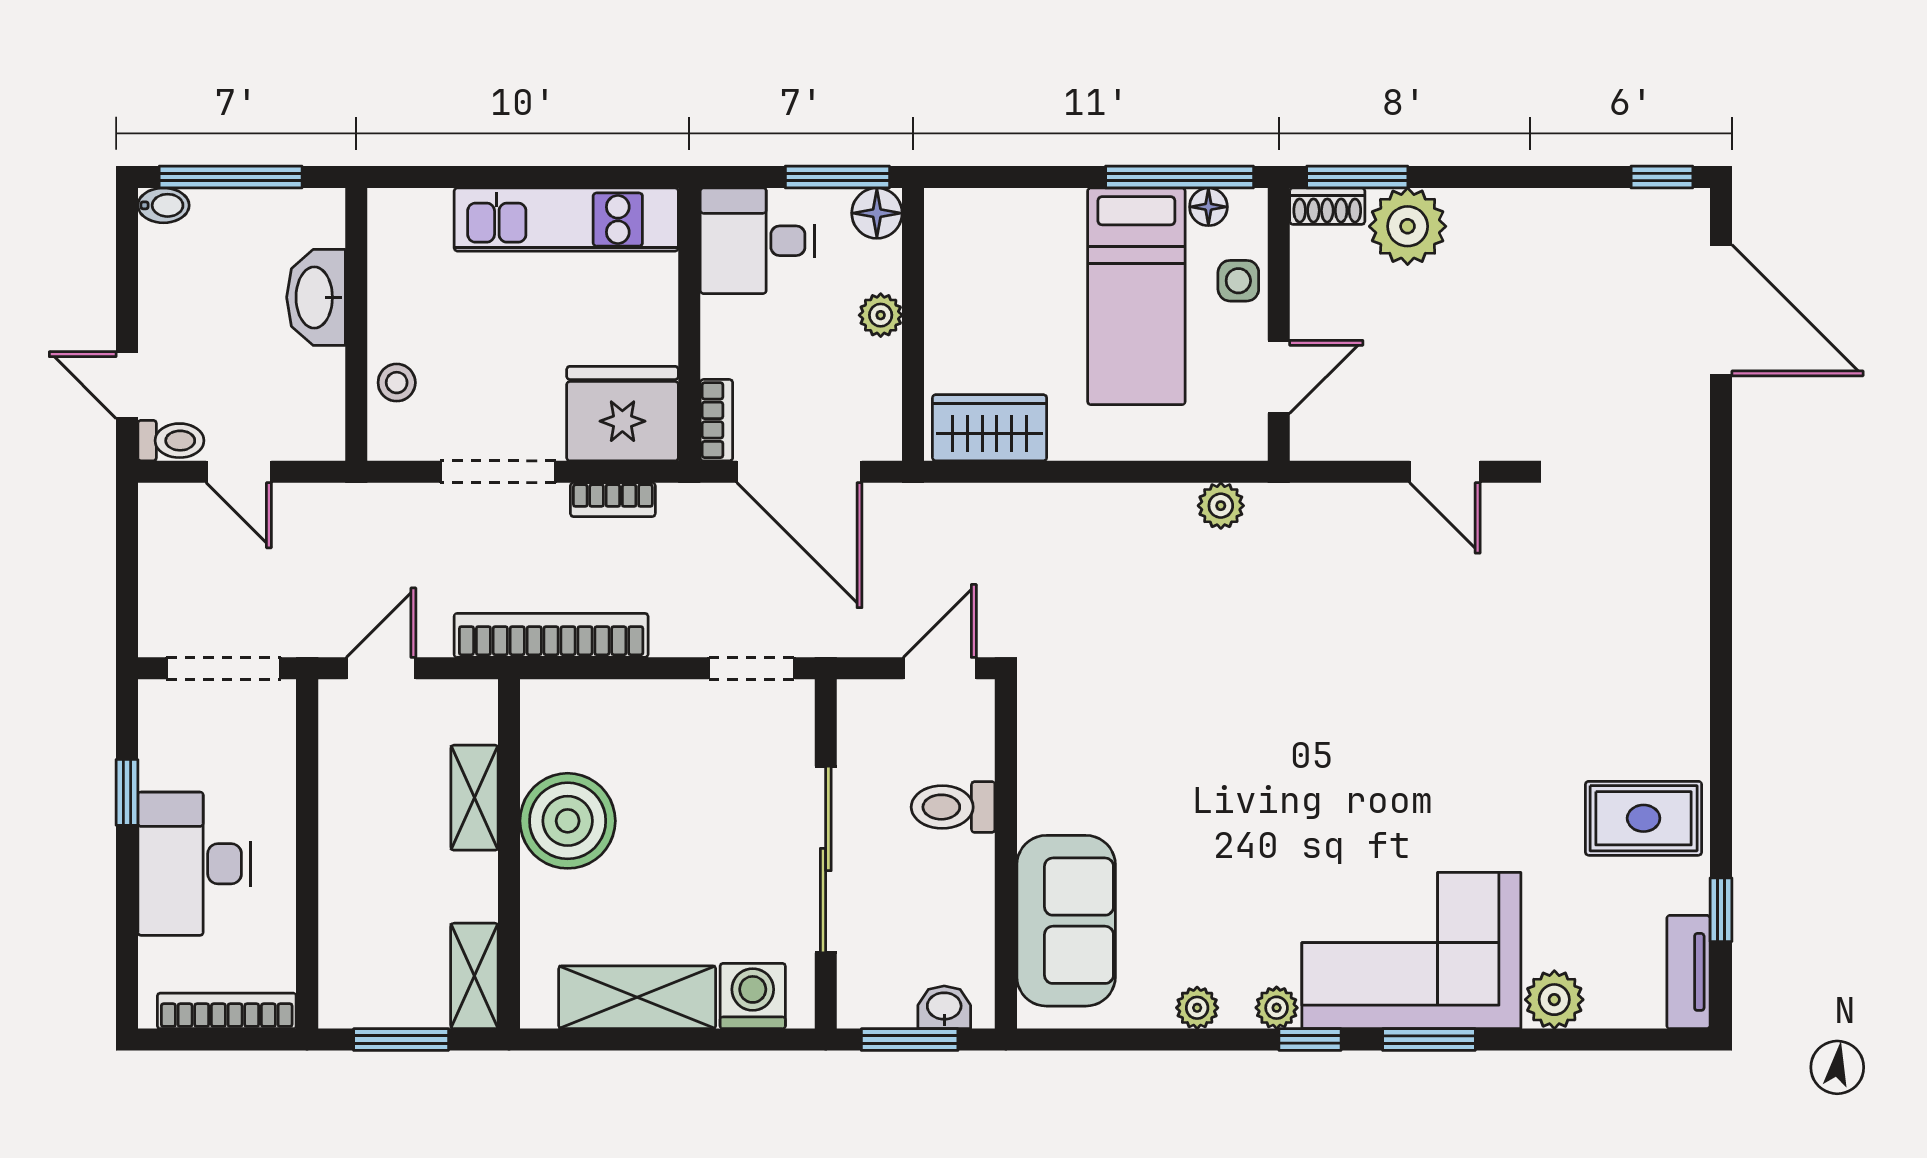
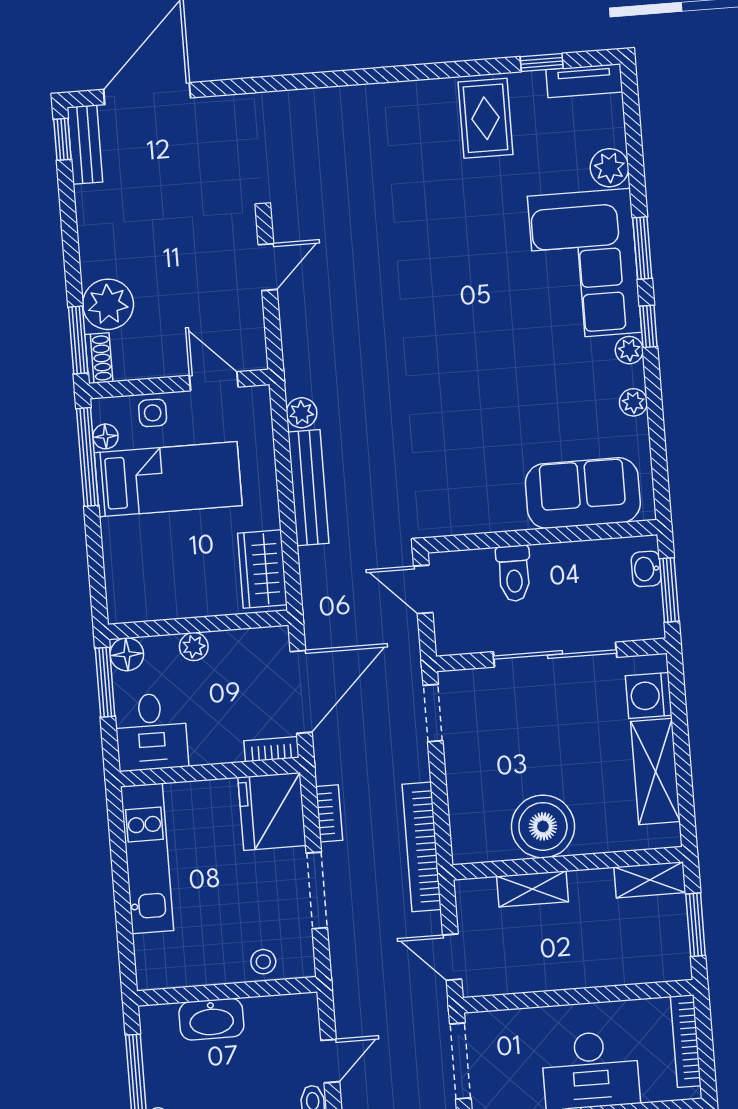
bench: (1651, 210) -> (85, 145), added
bench: (1107, 507) -> (308, 488), added

